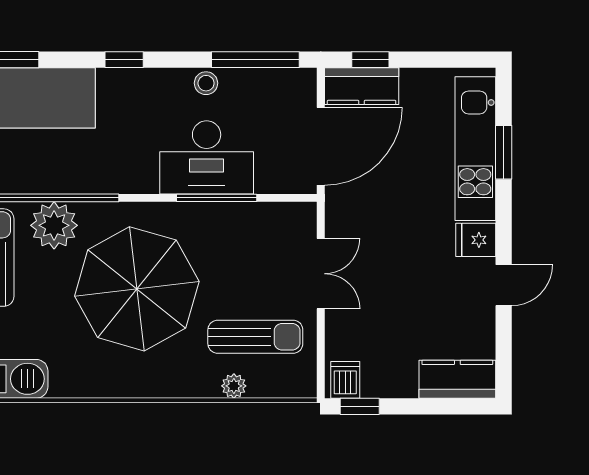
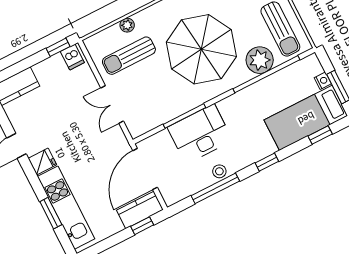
window: (255, 60) -> (215, 188), moved

